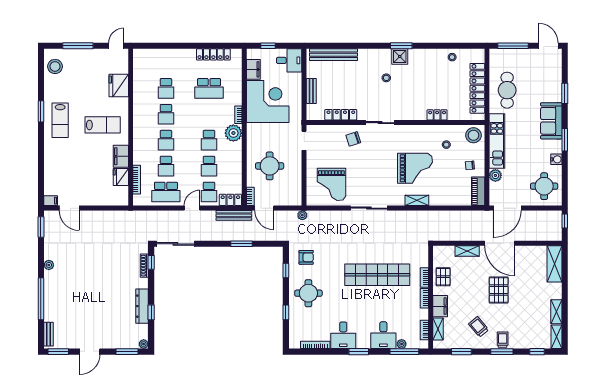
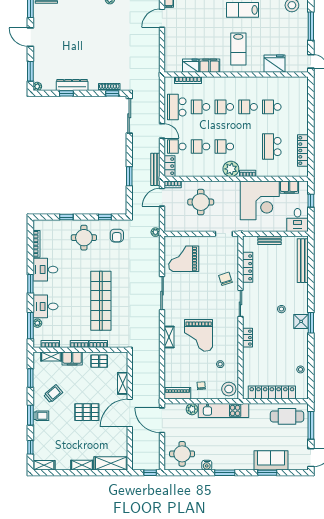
cafe table: (507, 90) -> (287, 416), moved
locker: (437, 115) -> (247, 338), moved
sofa: (551, 121) -> (271, 460), moved
shelving: (556, 312) -> (82, 465), moved

